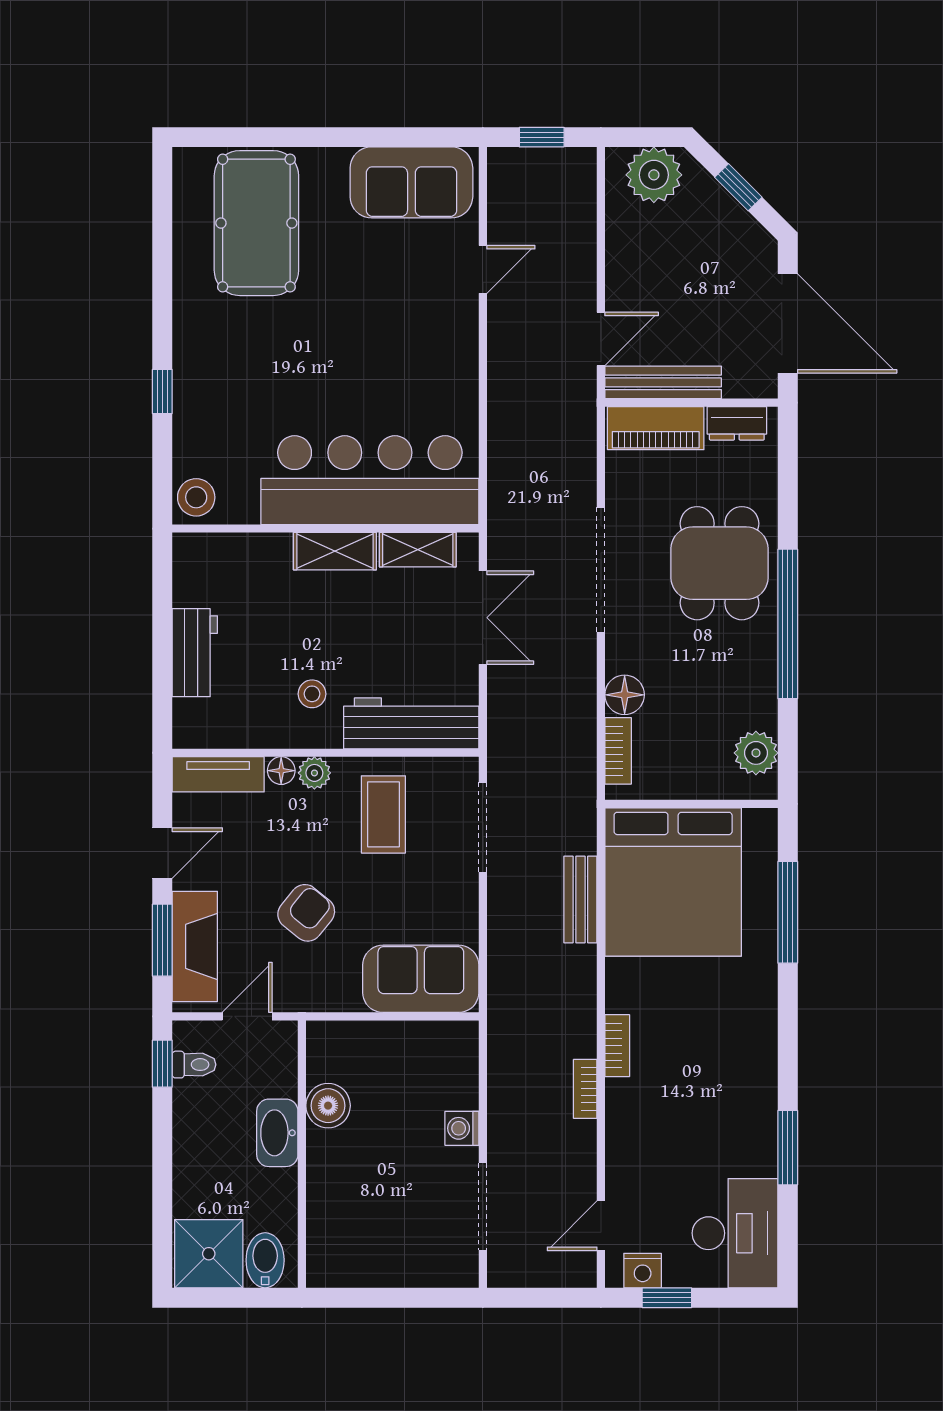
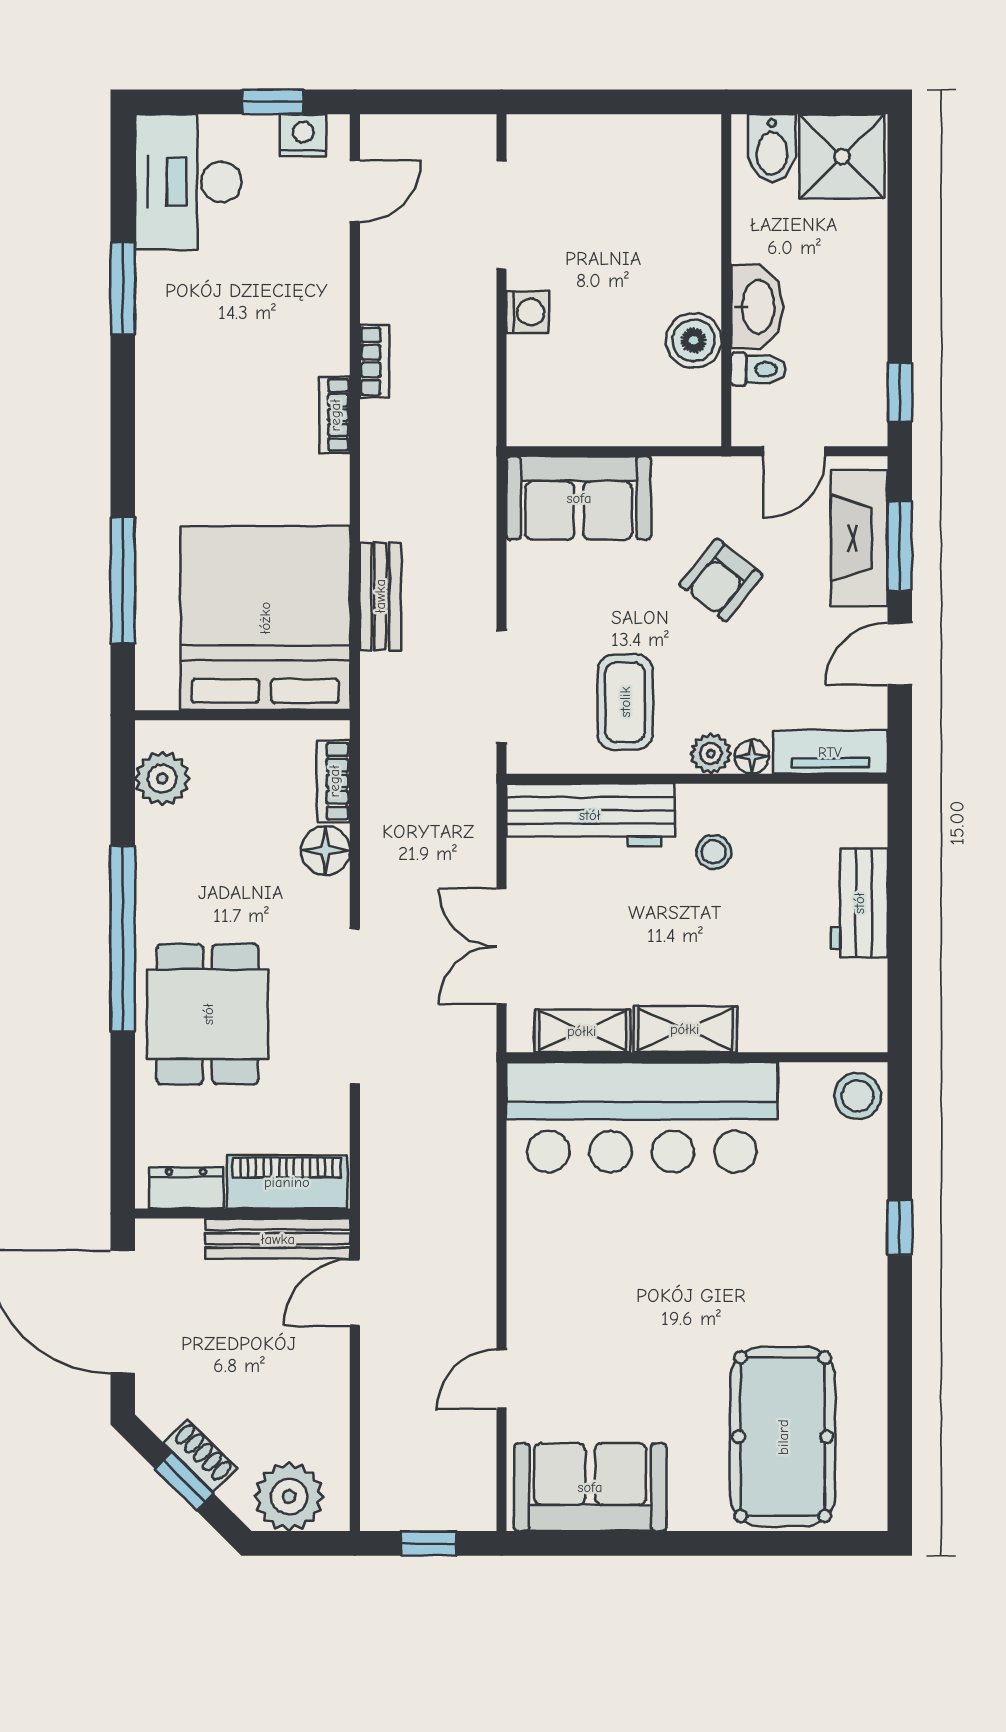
shoe rack: (726, 208) -> (200, 1456), added
toilet: (194, 1065) -> (758, 369), moved, turned 180

